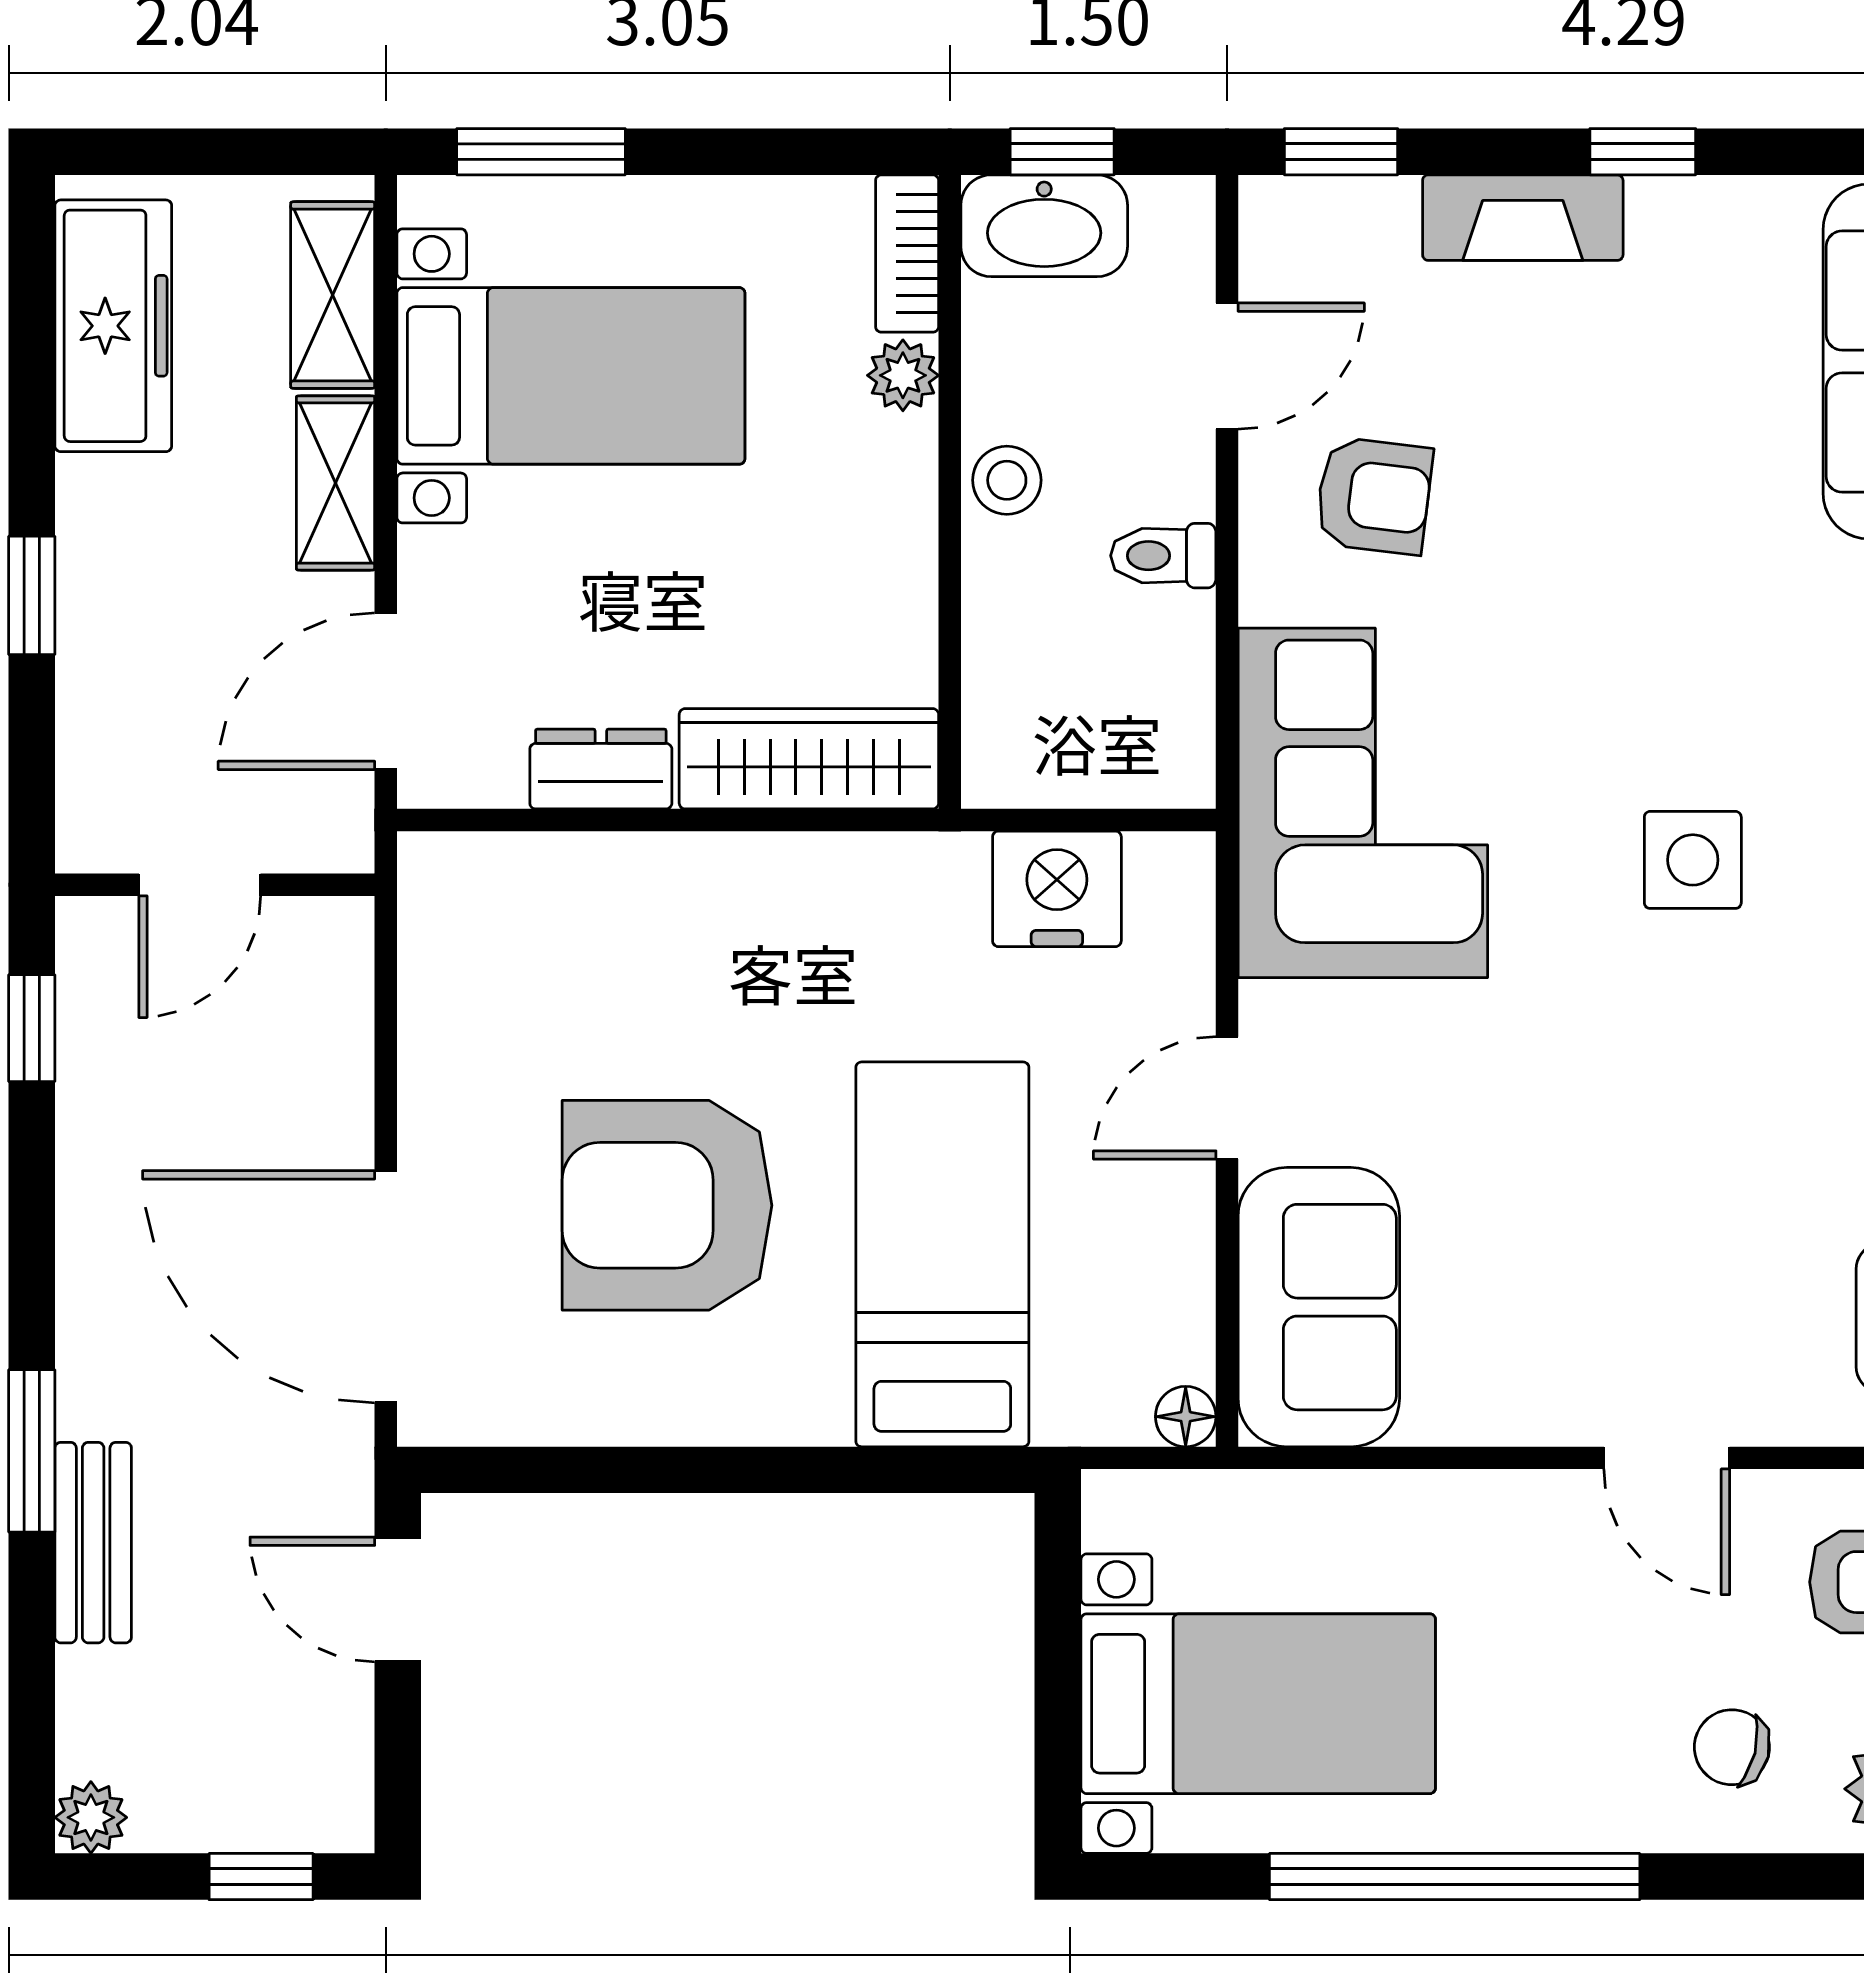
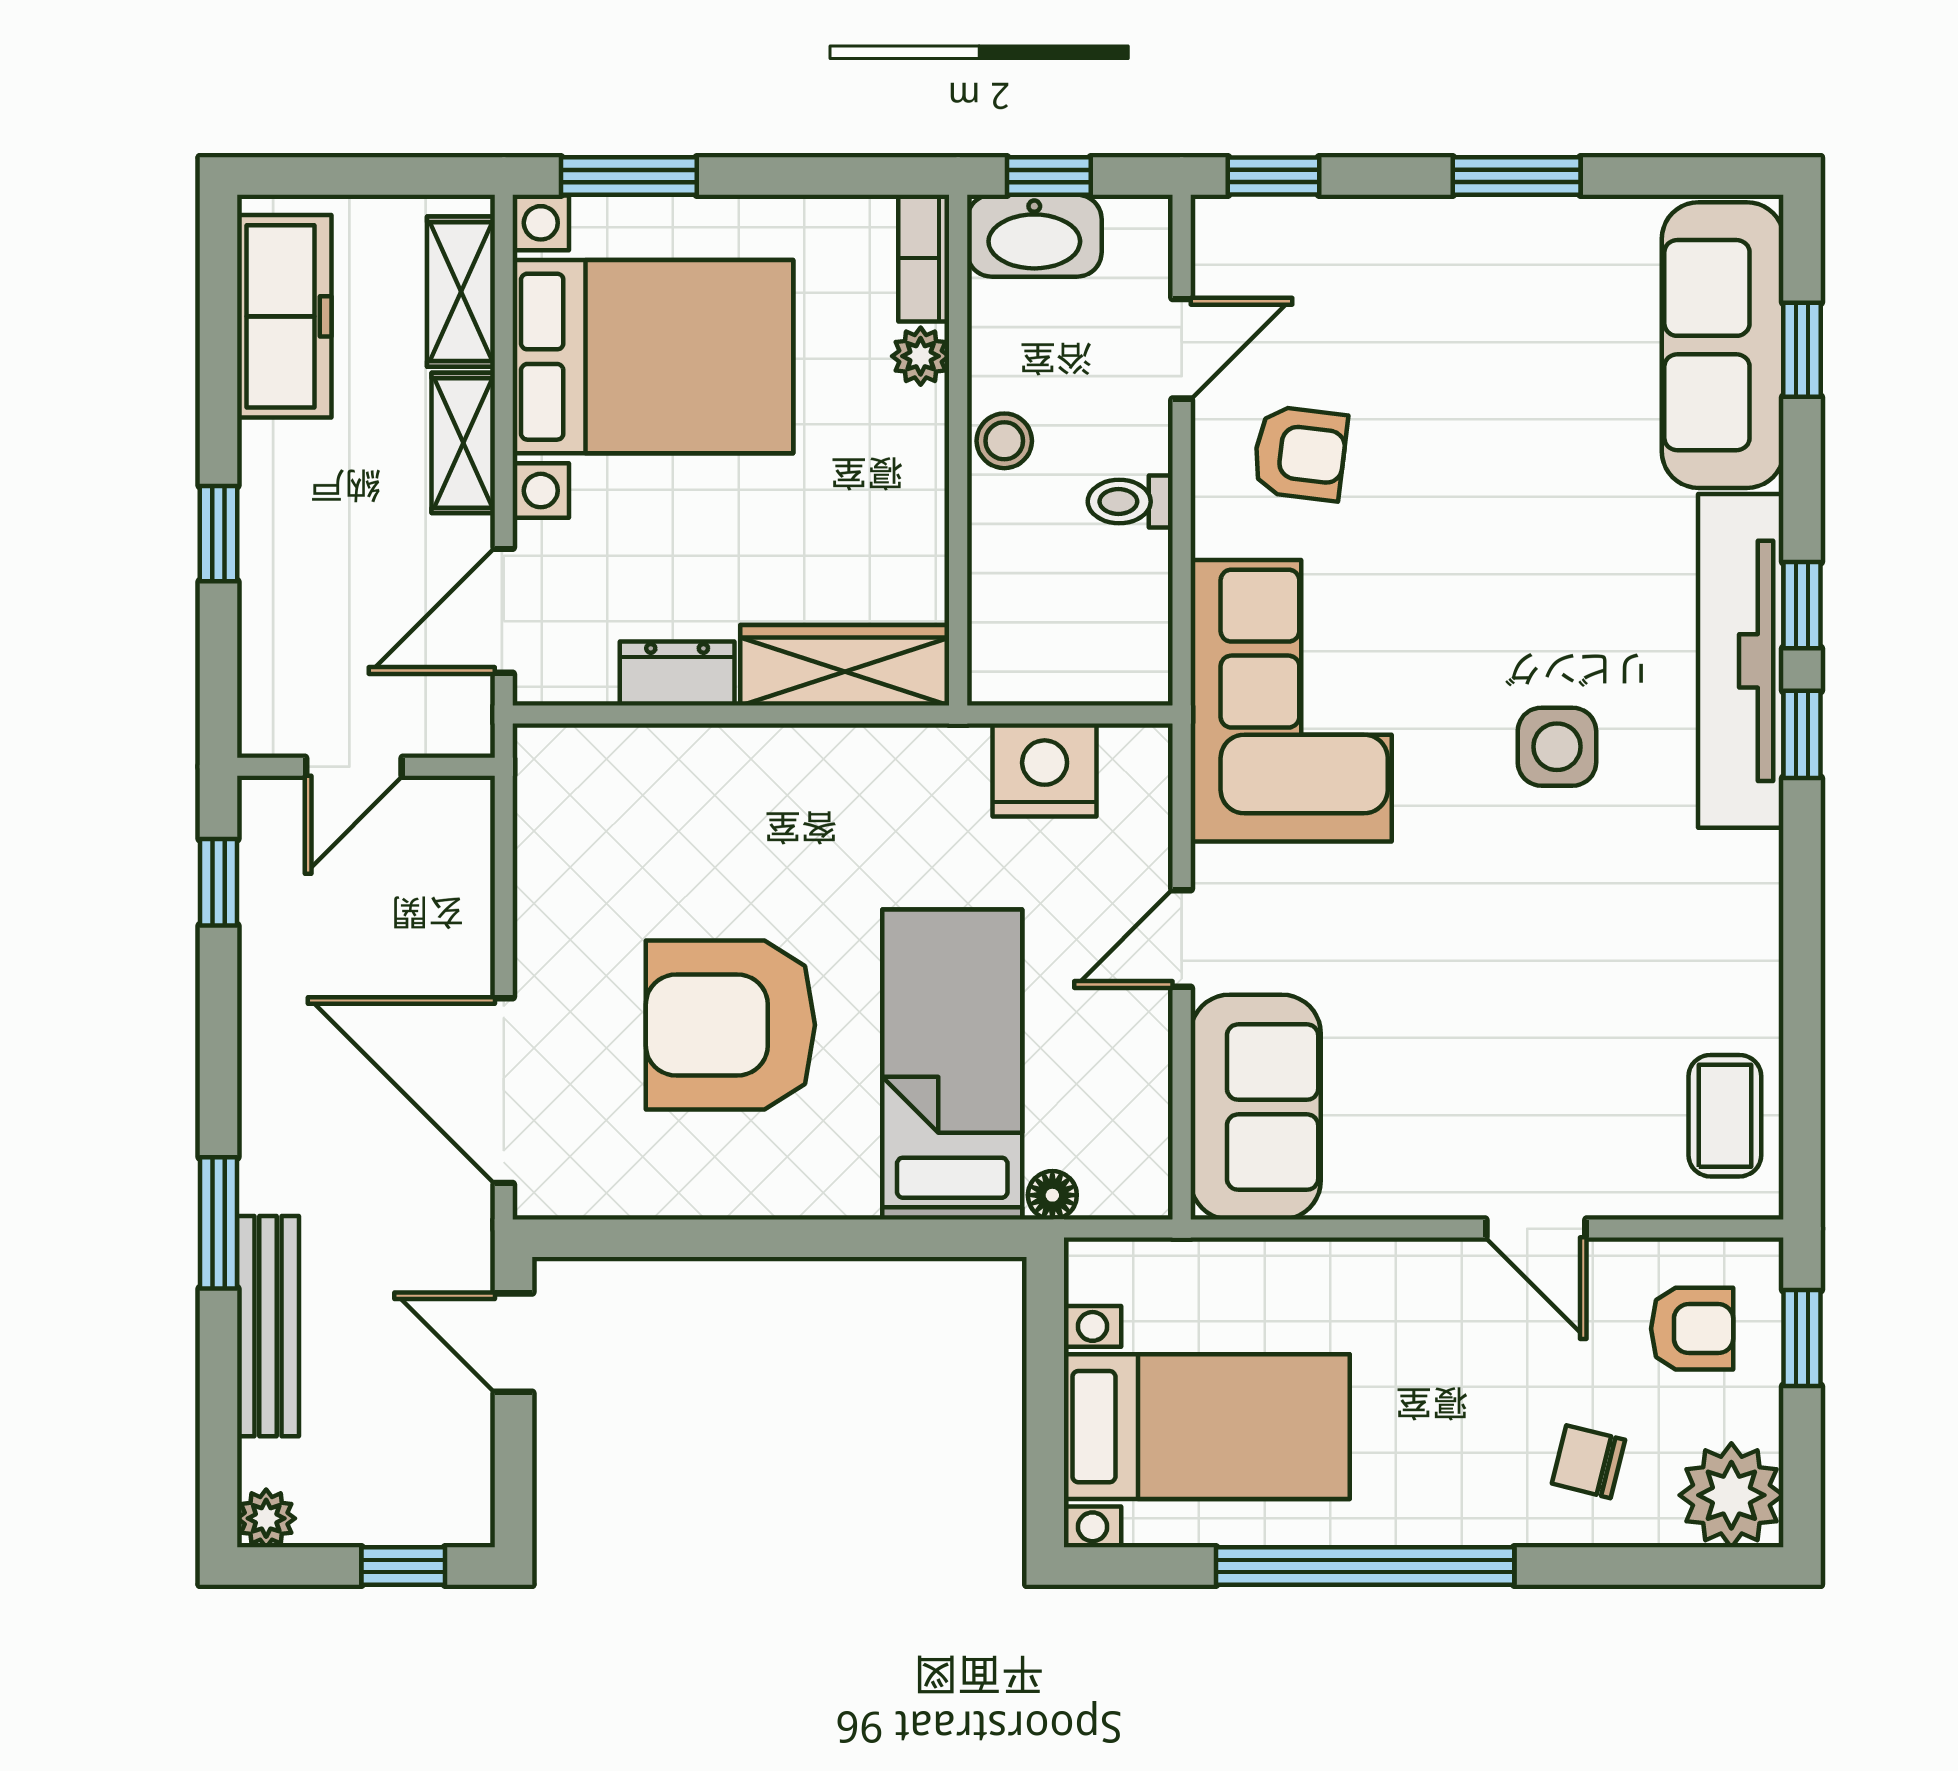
window: (1643, 152) -> (1517, 176), width x1.50
fireplace: (1523, 218) -> (1420, 229), removed
bed with nightstands: (571, 376) -> (653, 357), width x1.36
floor lamp: (1186, 1417) -> (1052, 1195), moved
bench: (93, 1543) -> (268, 1326), width x1.36

